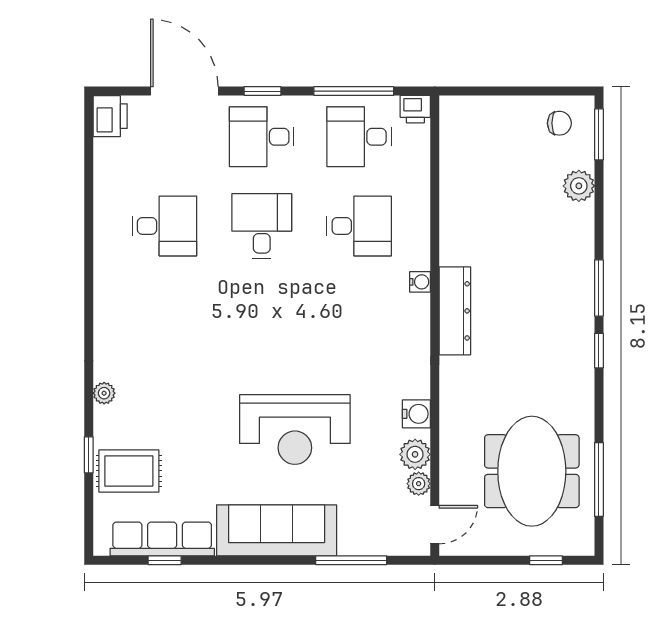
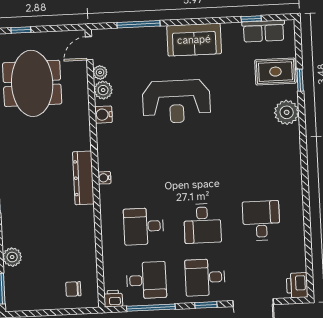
chair: (559, 123) -> (73, 289), moved
desk: (262, 137) -> (205, 277), turned 180
desk: (164, 226) -> (261, 221), turned 90
water cooler: (420, 282) -> (104, 178), moved
plant: (104, 393) -> (287, 112), width x1.88, depth x1.88
reception desk: (295, 430) -> (176, 101), turned 180
sofa: (277, 530) -> (194, 40), width x0.73
row of seats: (162, 539) -> (264, 31), width x0.68

